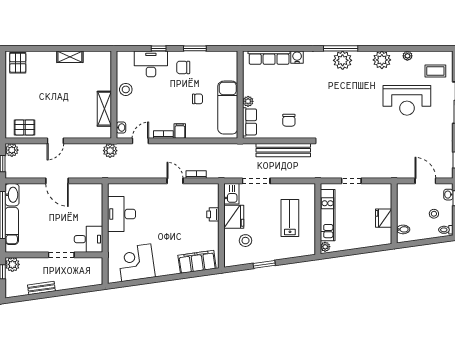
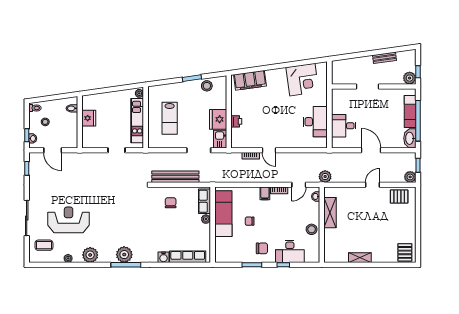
desk: (89, 239) -> (344, 126), moved
stool: (245, 241) -> (207, 86), moved

